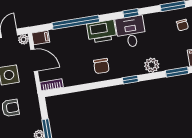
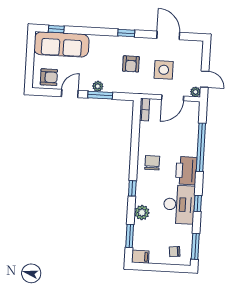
desk: (131, 32) -> (179, 204), width x1.37
filing cabinet: (41, 38) -> (193, 109), removed
chair: (101, 66) -> (152, 163), turned 89

